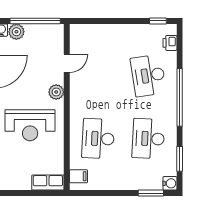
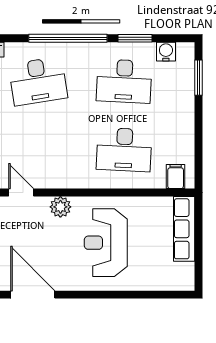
reception desk: (30, 125) -> (106, 243), turned 180
window: (180, 159) -> (135, 38), moved
row of seats: (48, 183) -> (184, 229), width x1.48
water cooler: (170, 183) -> (166, 52), moved

